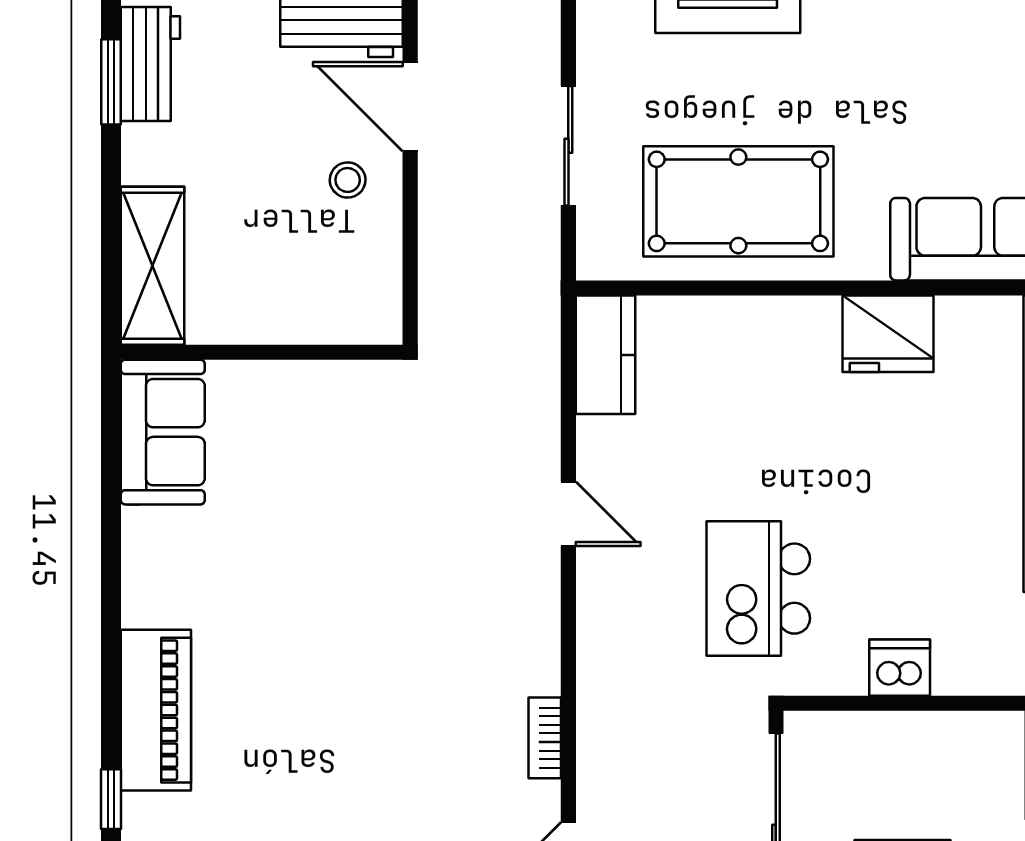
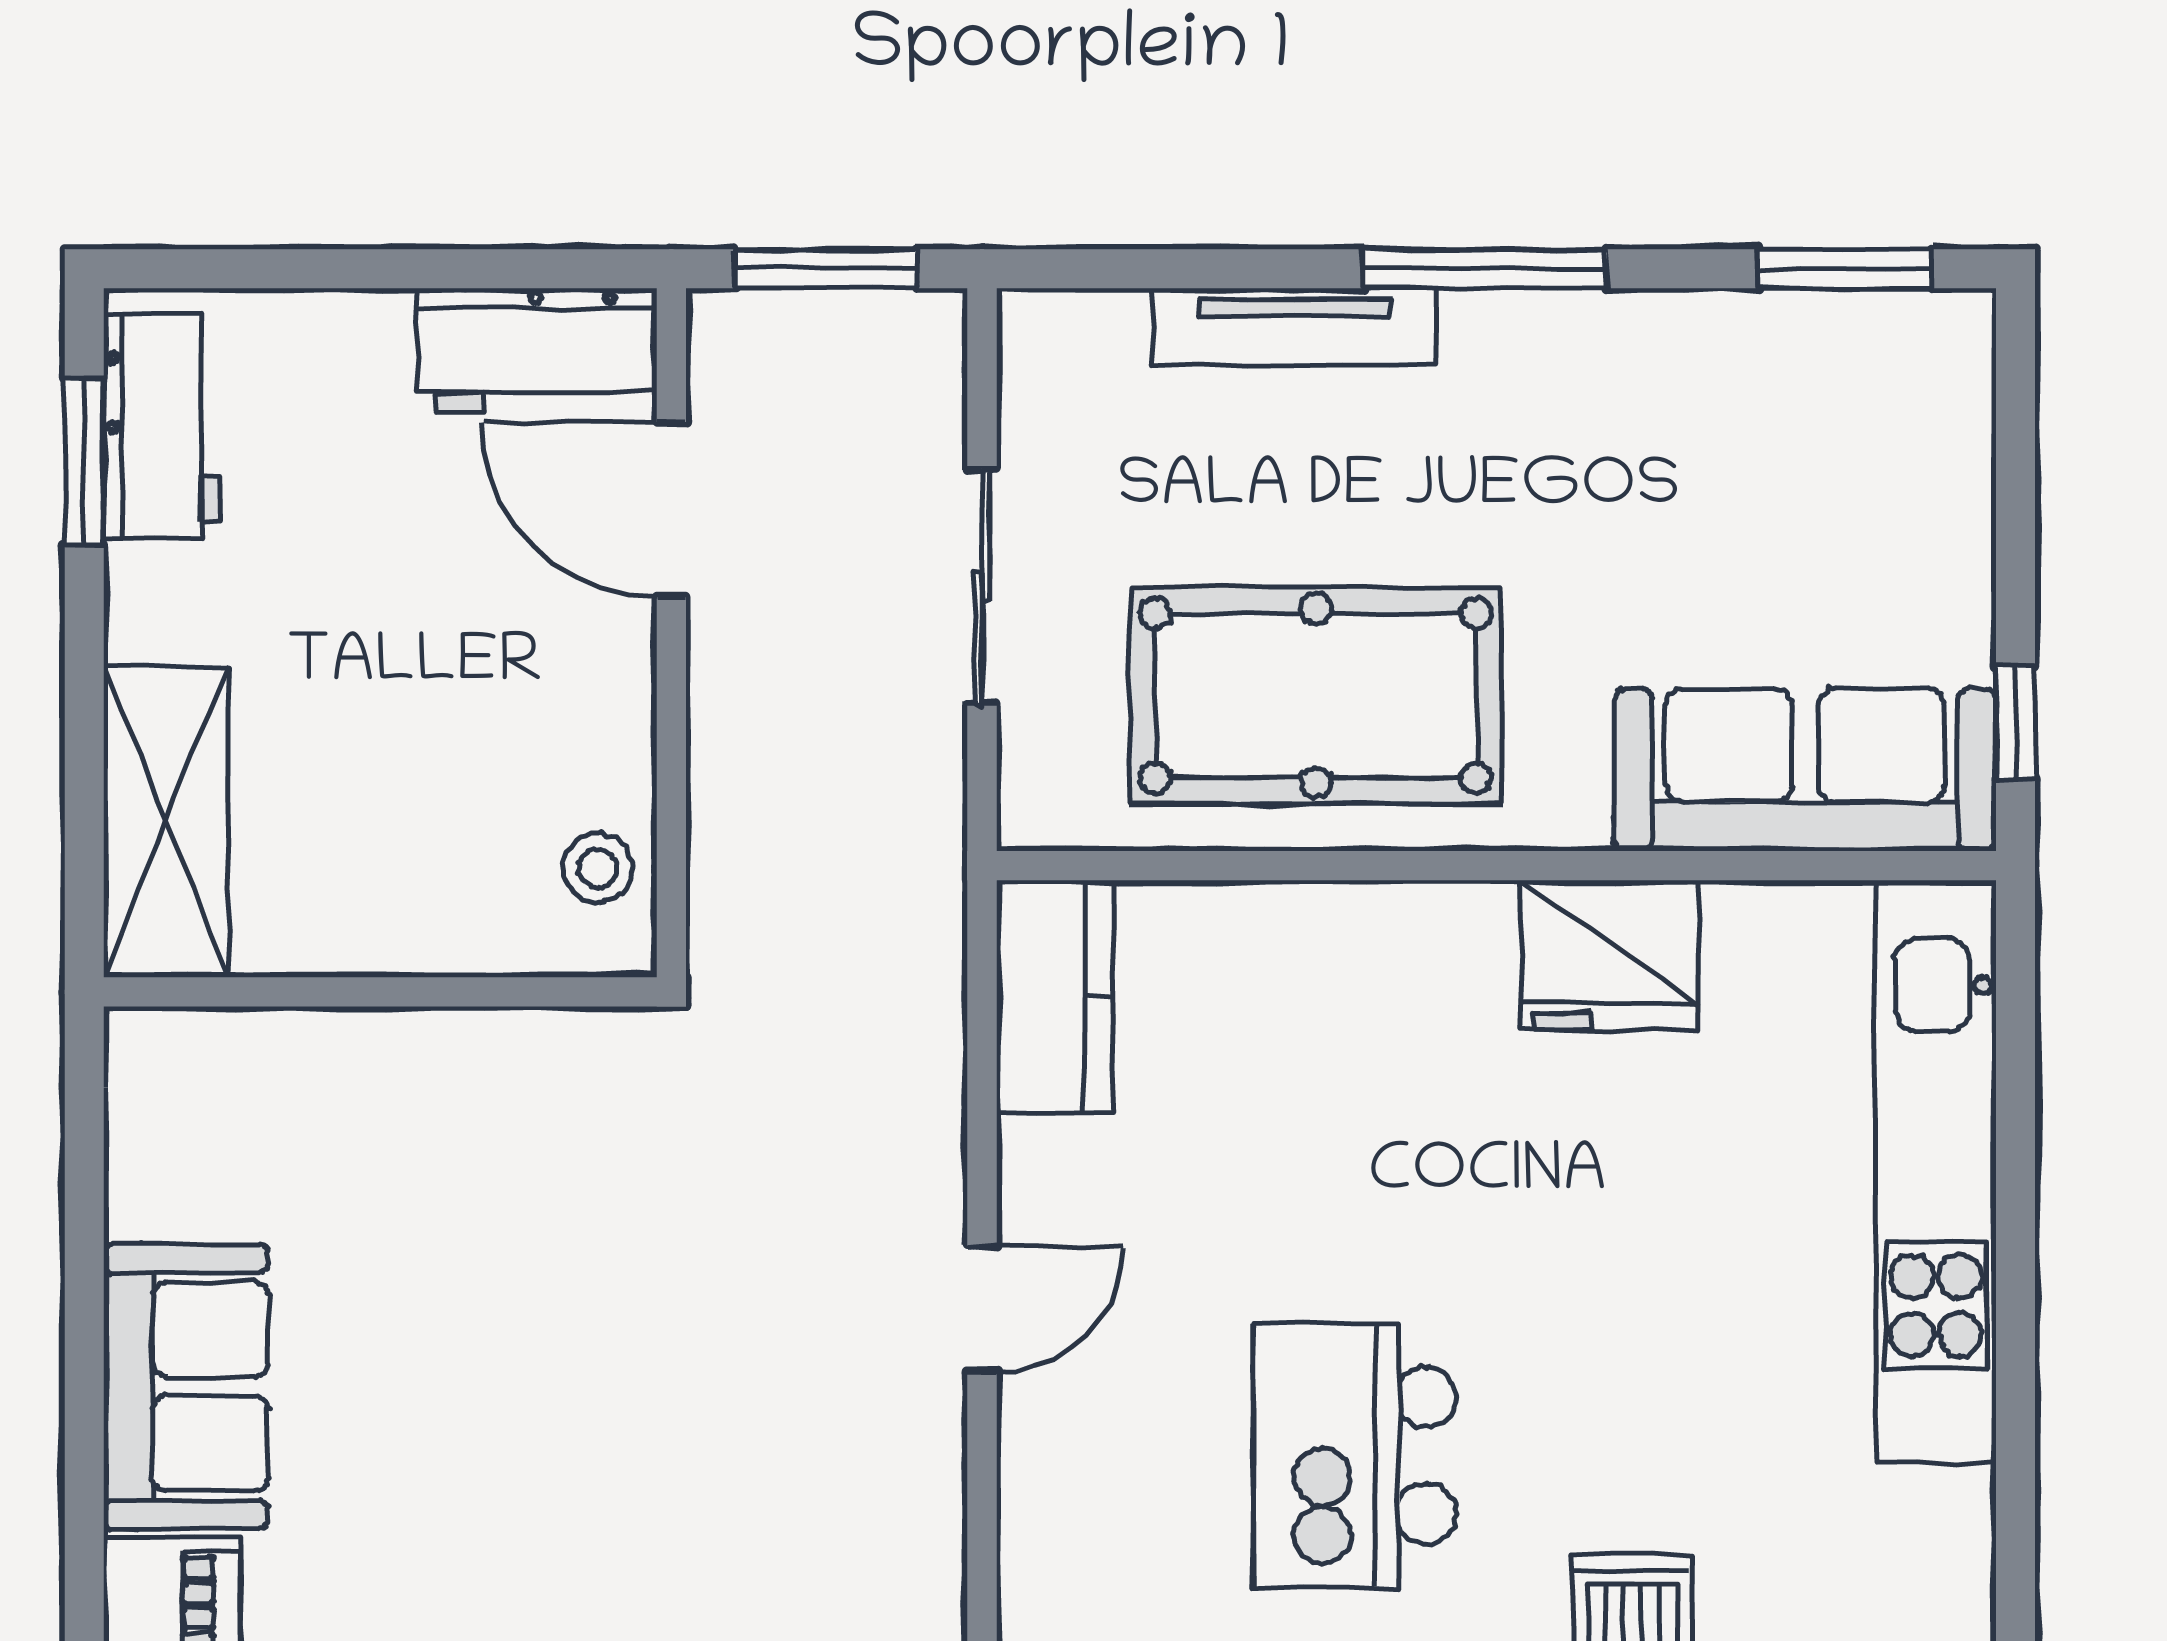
stool: (348, 180) -> (598, 868), moved
sofa: (163, 432) -> (186, 1386), moved
door: (568, 514) -> (982, 1309), hinge flipped

